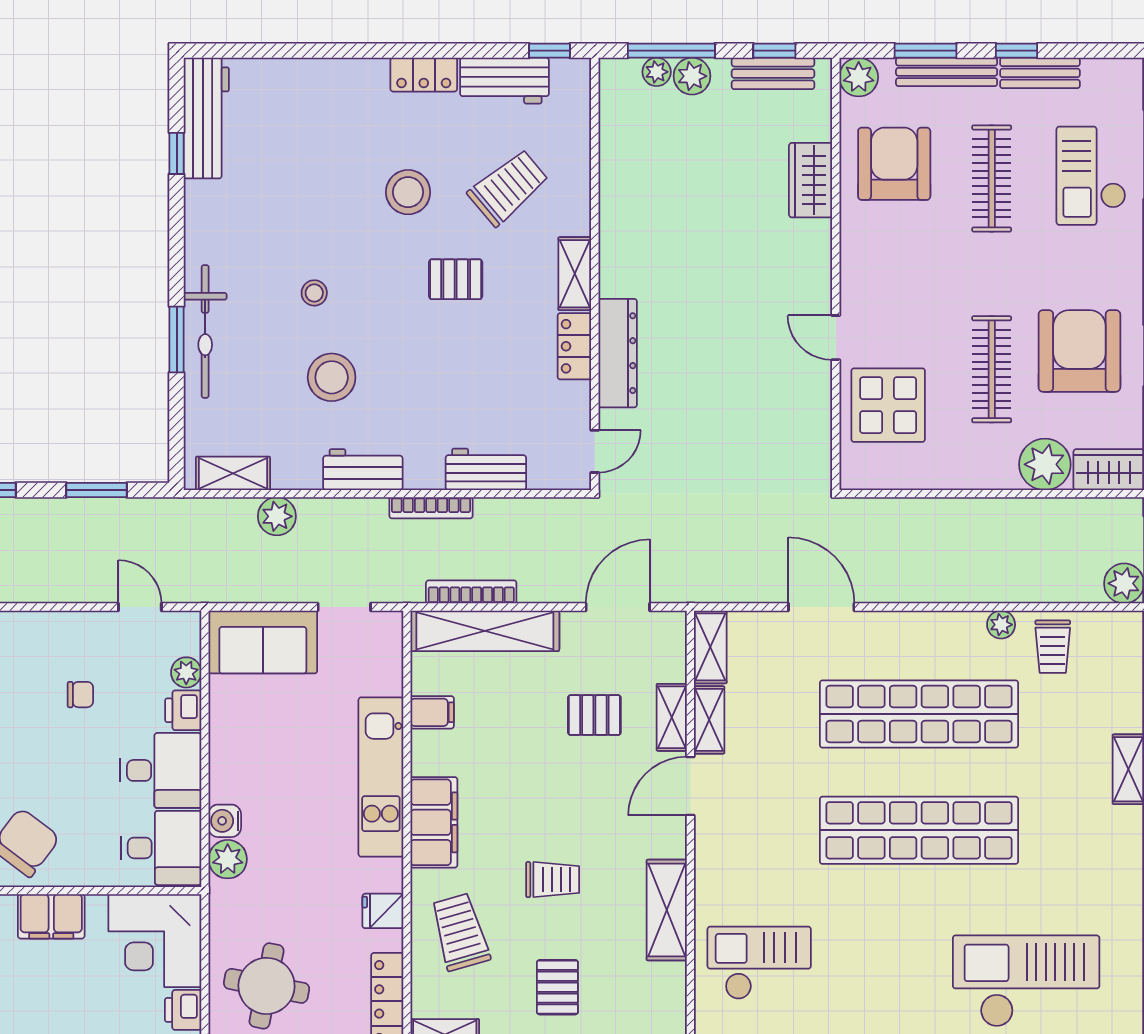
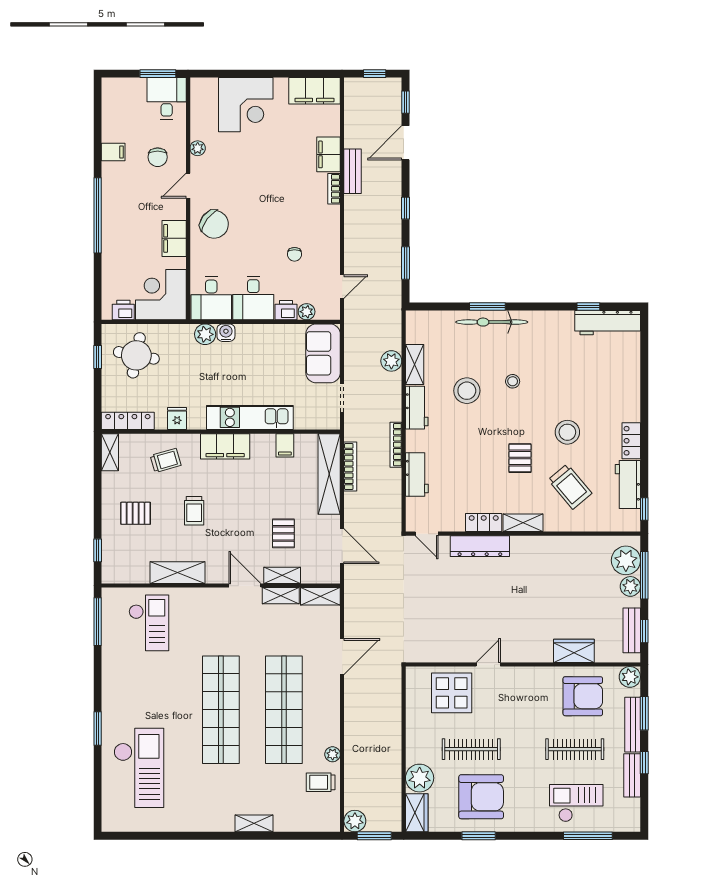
plant: (657, 72) -> (626, 560), width x1.87, depth x1.87
shelving: (233, 473) -> (415, 364), moved
trolley: (460, 932) -> (166, 460), width x0.73, depth x0.72

